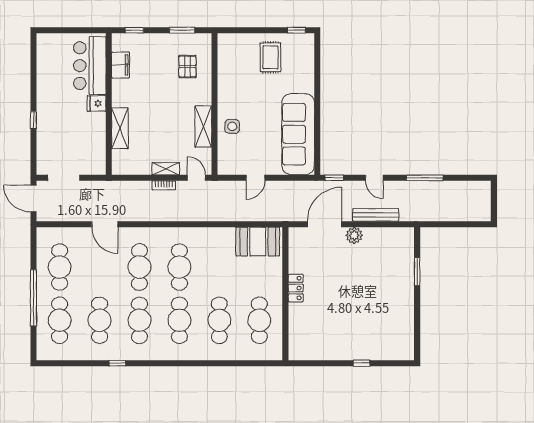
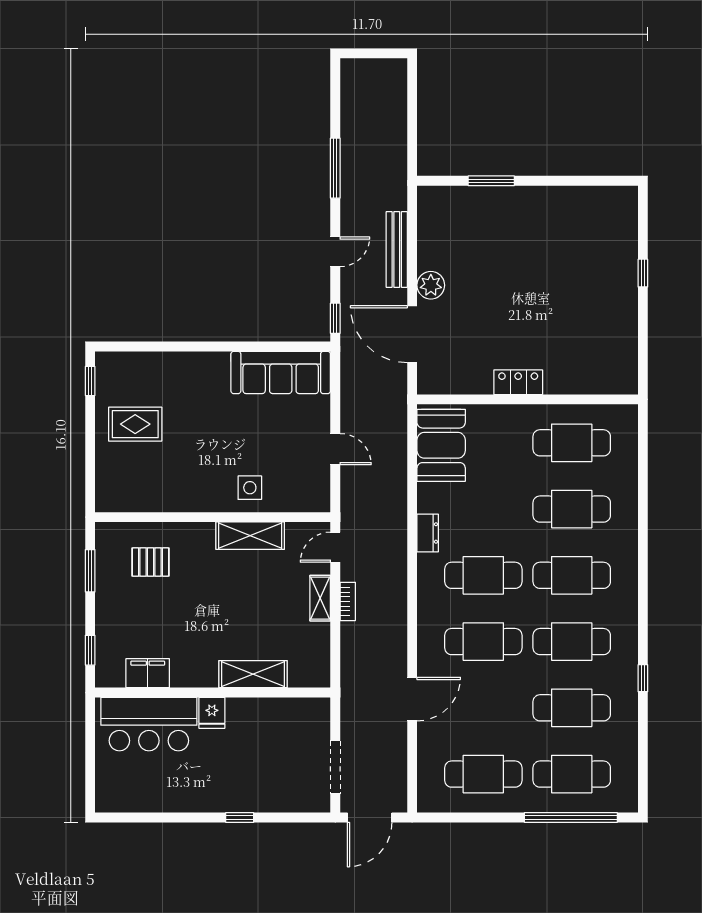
sofa: (298, 134) -> (281, 372), width x0.74, depth x0.79
dresser: (205, 234) -> (428, 533), added
window: (33, 298) -> (571, 818), moved

